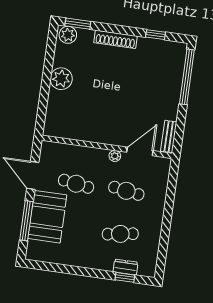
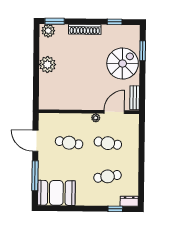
window: (187, 77) -> (143, 51), width x0.47
spiral stairs: (159, 90) -> (123, 63), added
booth: (47, 217) -> (56, 193), moved, turned 90
dresser: (125, 267) -> (129, 201), moved

